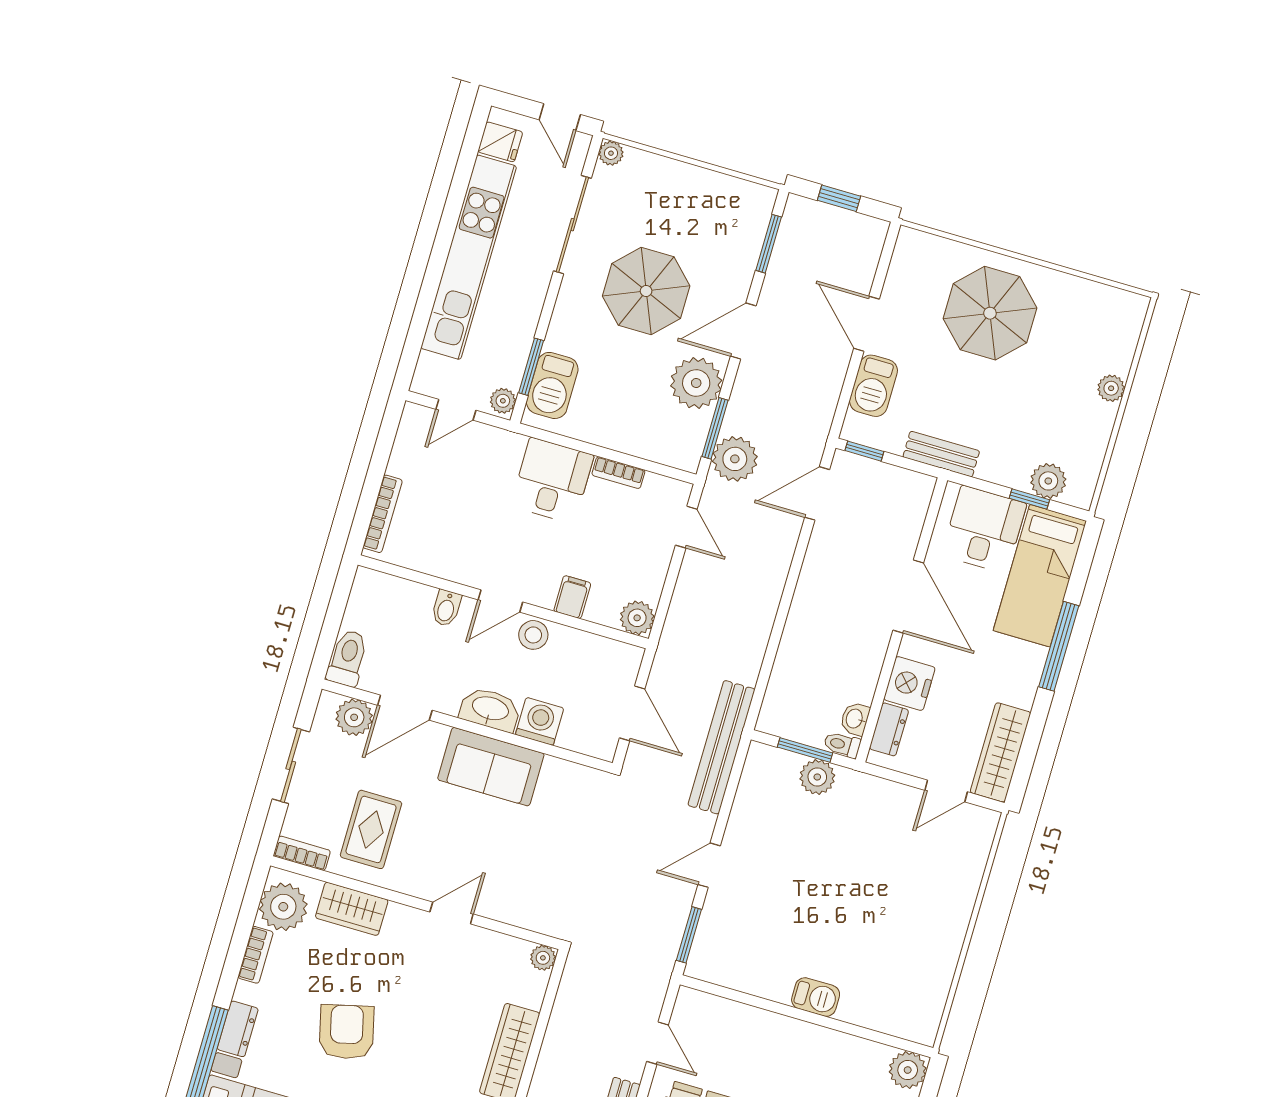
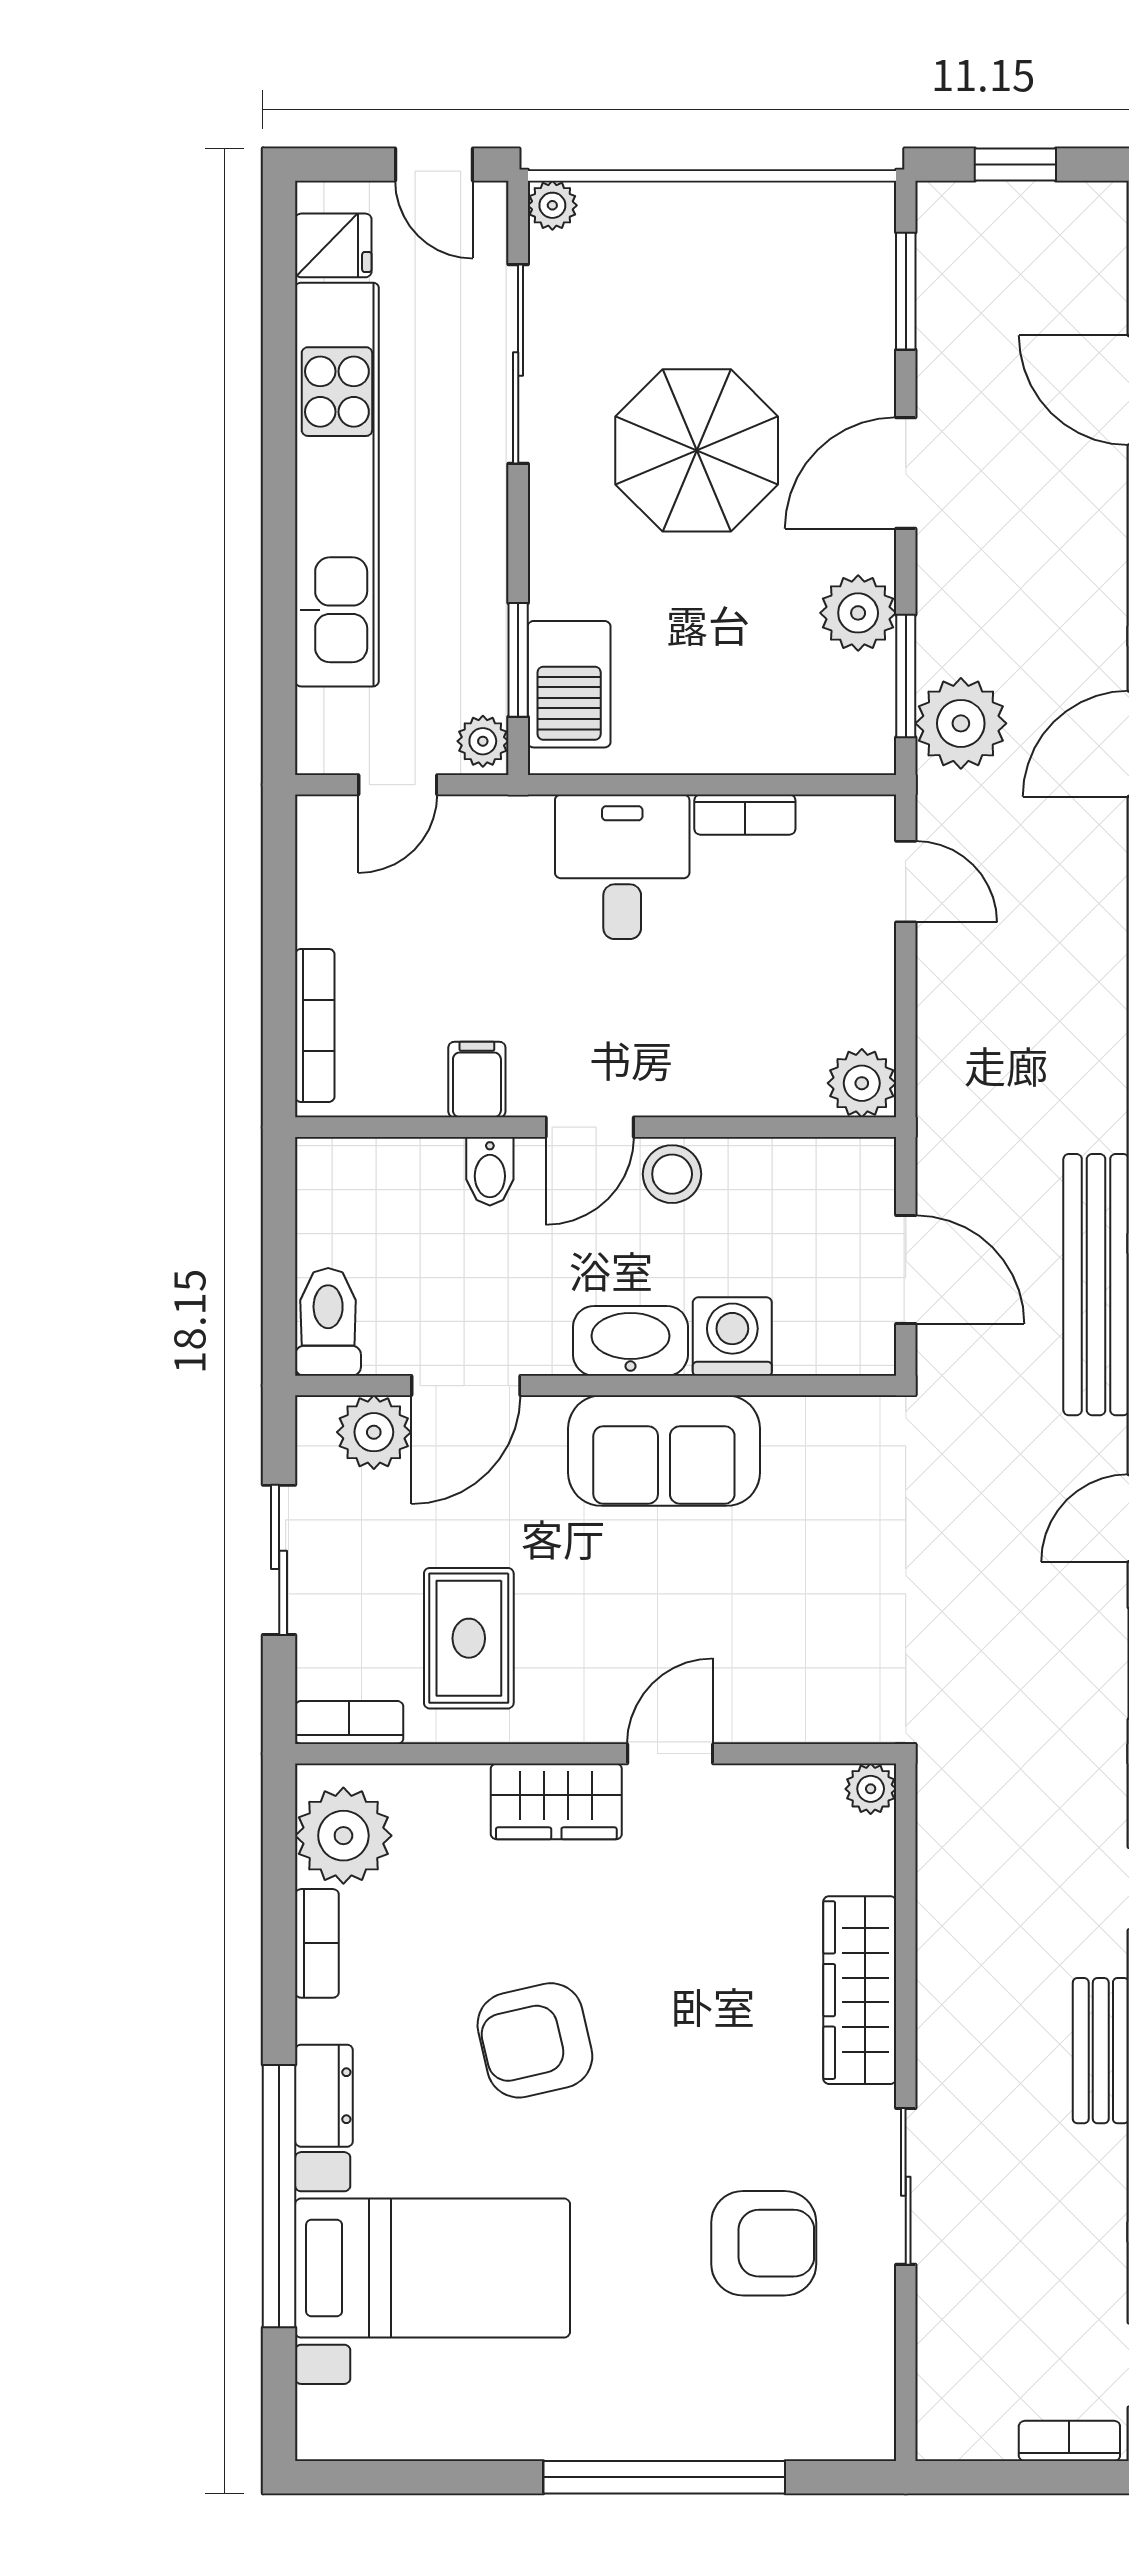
plant: (696, 383) -> (858, 613), width x0.73, depth x0.73
filing cabinet: (572, 597) -> (477, 1080), moved
wardrobe: (352, 909) -> (556, 1801), moved
armchair: (347, 1032) -> (535, 2040), turned -89

